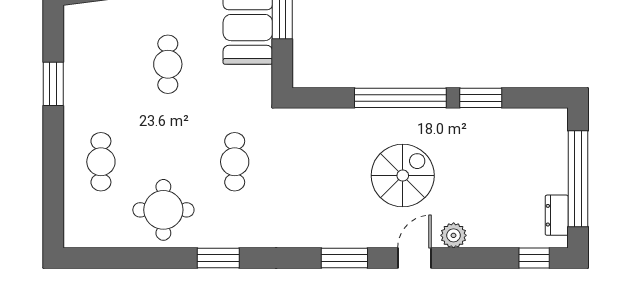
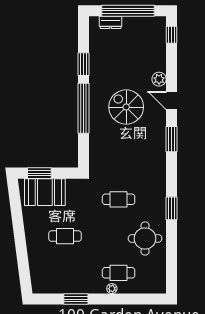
plant: (72, 150) -> (112, 289), added
dresser: (557, 215) -> (111, 22), moved

